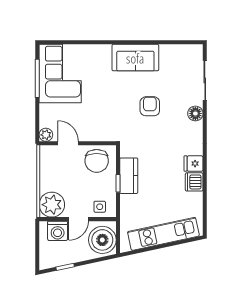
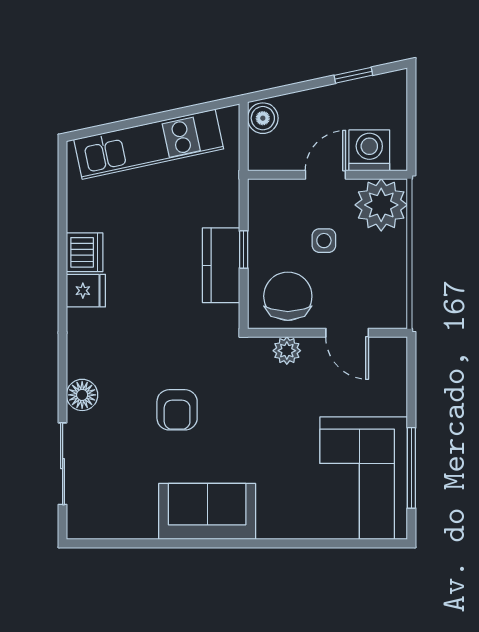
plant: (46, 135) -> (287, 351), moved
side table: (100, 207) -> (324, 241), moved
boiler: (102, 240) -> (263, 118), width x0.54, depth x0.54

